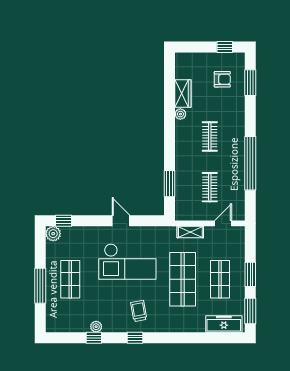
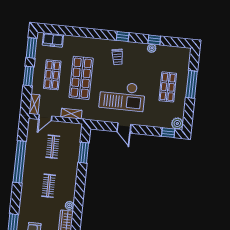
shelving: (239, 239) -> (34, 104), added
checkout: (127, 262) -> (122, 96), turned 180
freezer: (224, 324) -> (53, 40), width x0.71

